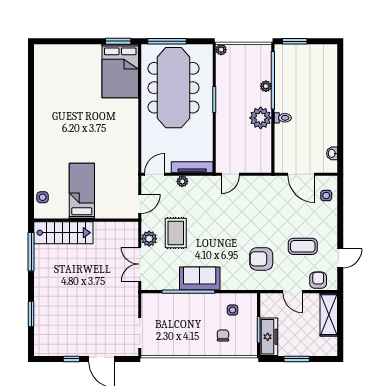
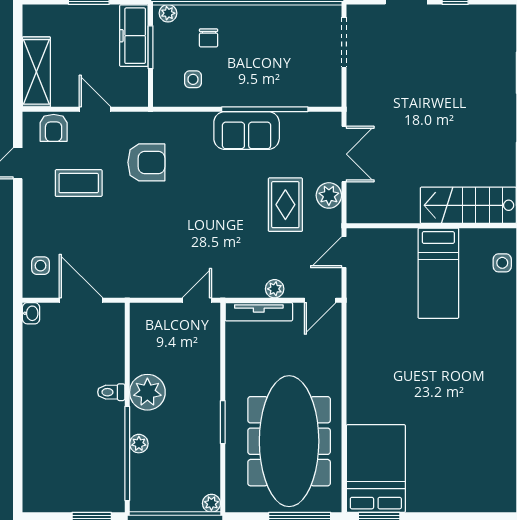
washbasin: (332, 153) -> (31, 313), moved
plant: (248, 351) -> (168, 13), added

